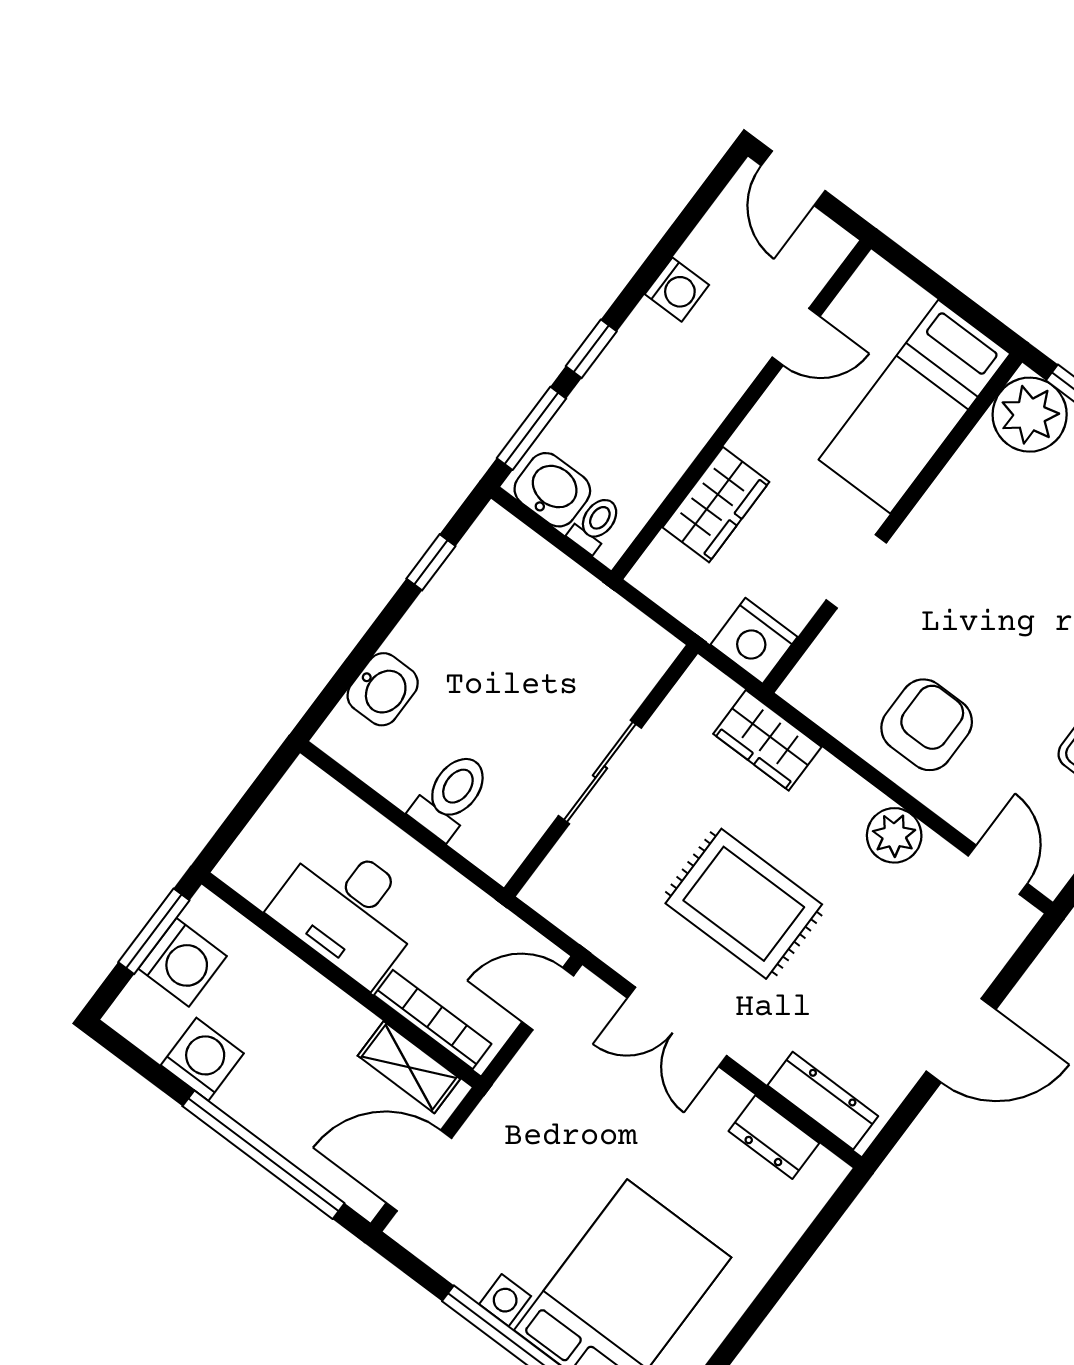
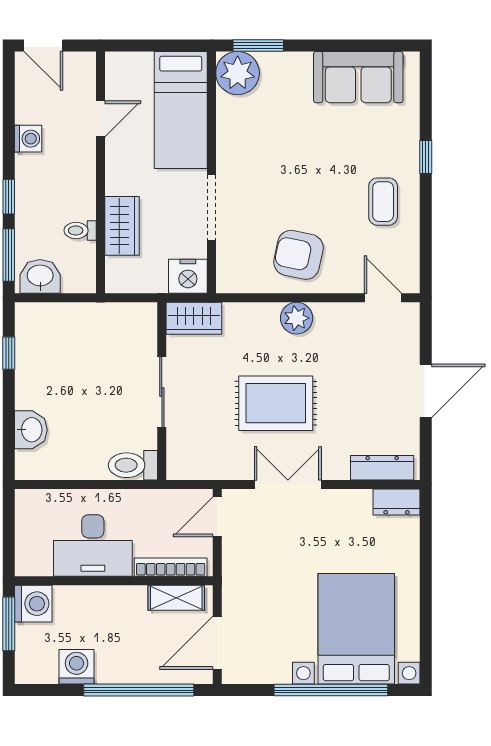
toilet: (595, 524) -> (80, 230), moved, turned -90
doorway: (856, 571) -> (211, 208), width x1.38
armchair: (927, 725) -> (298, 255), turned -78
wardrobe: (767, 740) -> (194, 318), moved
toilet: (451, 796) -> (133, 465), moved, turned -90
plant: (894, 835) -> (297, 318), moved
washing machine: (183, 962) -> (33, 604), moved
double door: (677, 1027) -> (288, 484), swing flipped
dresser: (774, 1137) -> (397, 502), moved

